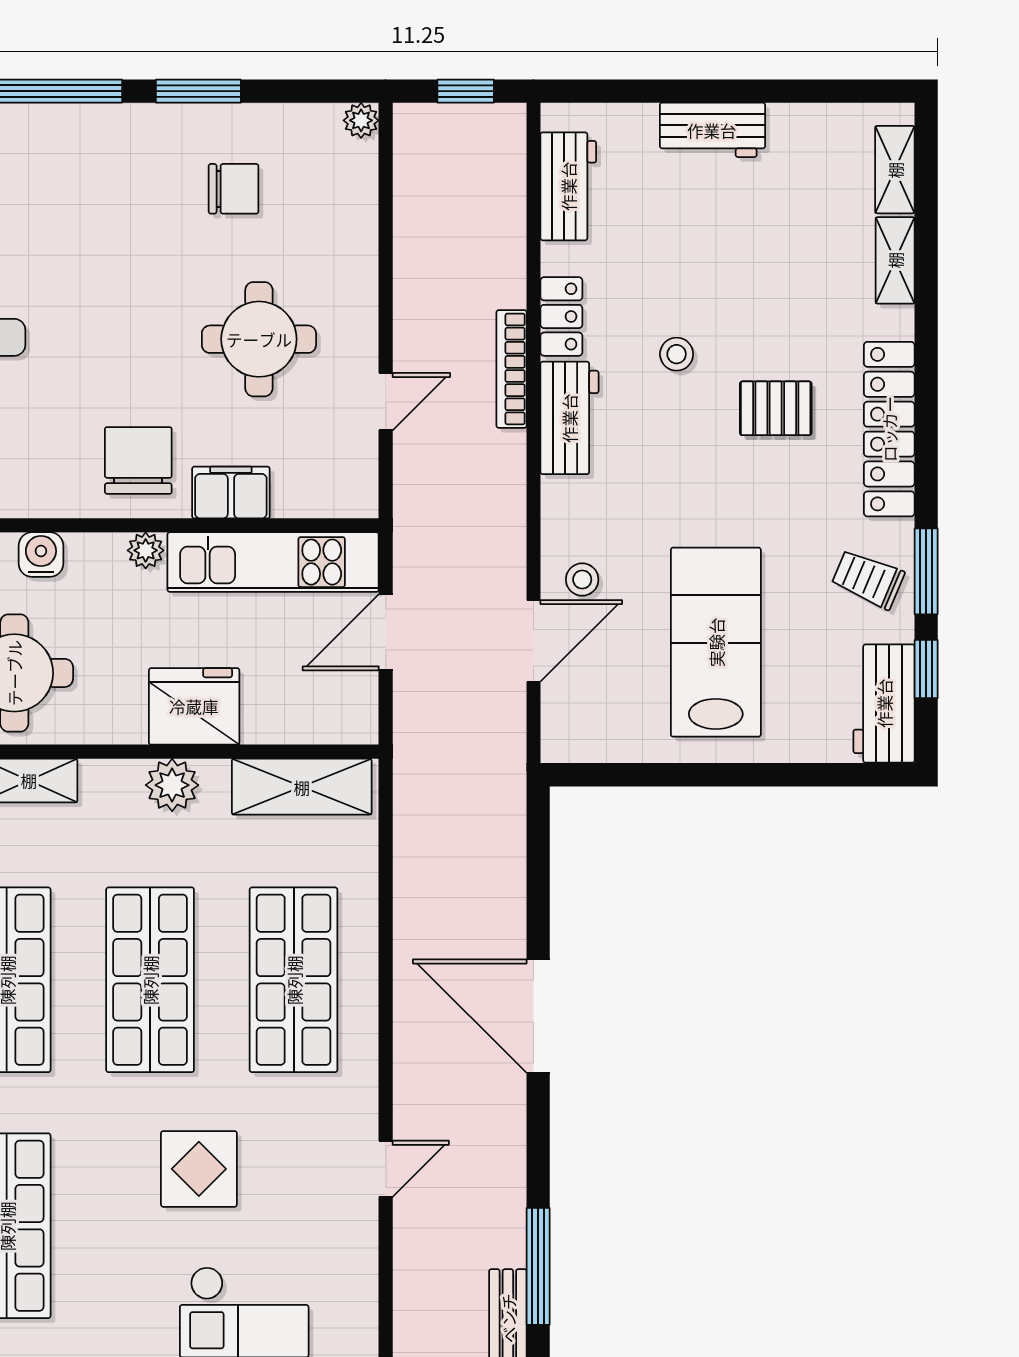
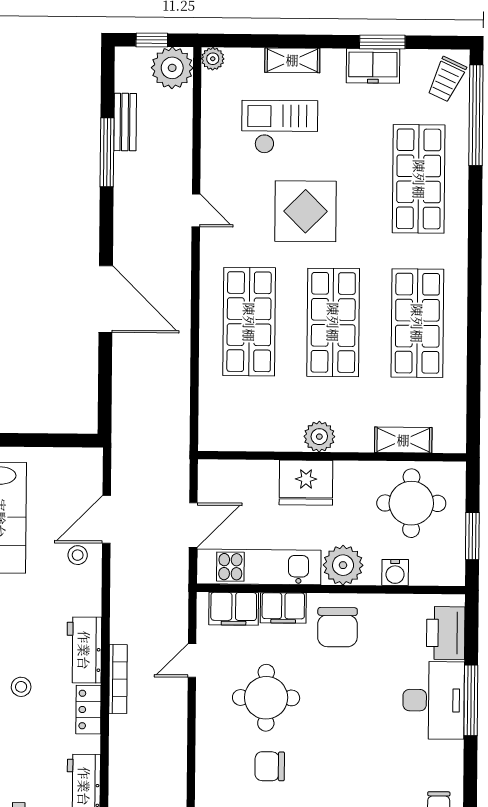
chair: (234, 189) -> (270, 766), moved
filing cabinet: (315, 490) -> (234, 609), added
plant: (146, 550) -> (343, 565), width x1.88, depth x1.88
shelving: (302, 787) -> (243, 435), removed
display table: (199, 1169) -> (306, 211), width x1.36, depth x1.36
door: (386, 1169) -> (196, 210), swing flipped

